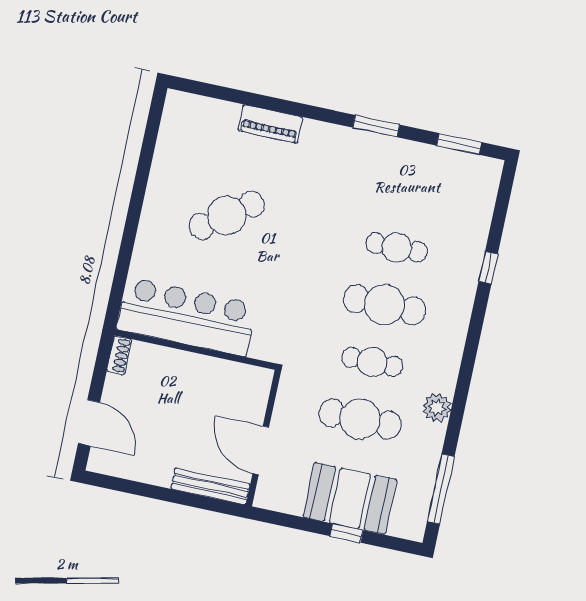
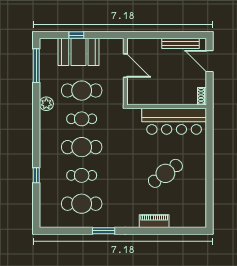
window: (459, 144) -> (63, 231), removed
cafe table: (409, 190) -> (82, 204), added
bench: (210, 486) -> (181, 43), moved

